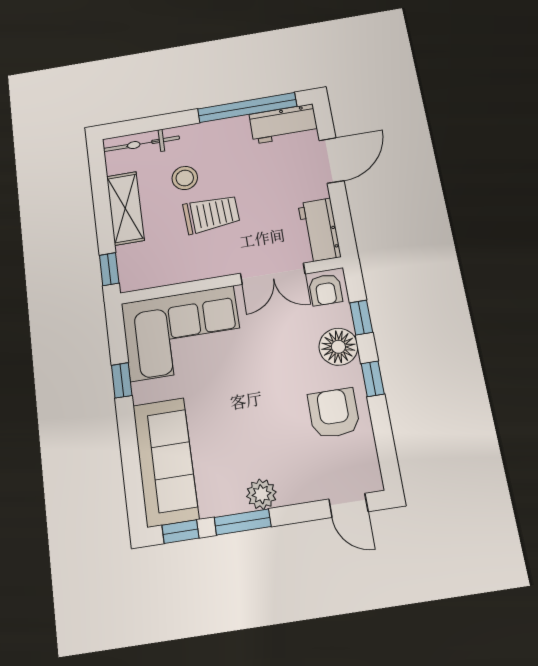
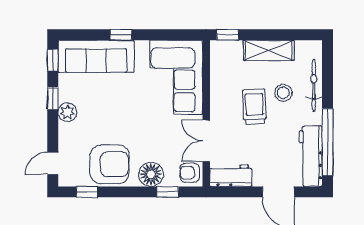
workbench: (284, 124) -> (311, 156), width x1.37
bicycle: (141, 144) -> (314, 85), moved
trolley: (211, 214) -> (254, 107), turned 180
window: (373, 379) -> (87, 192), moved
window: (122, 380) -> (121, 35), moved
armchair: (334, 413) -> (110, 164), width x1.36, depth x1.36
window: (243, 522) -> (53, 98), width x0.67

